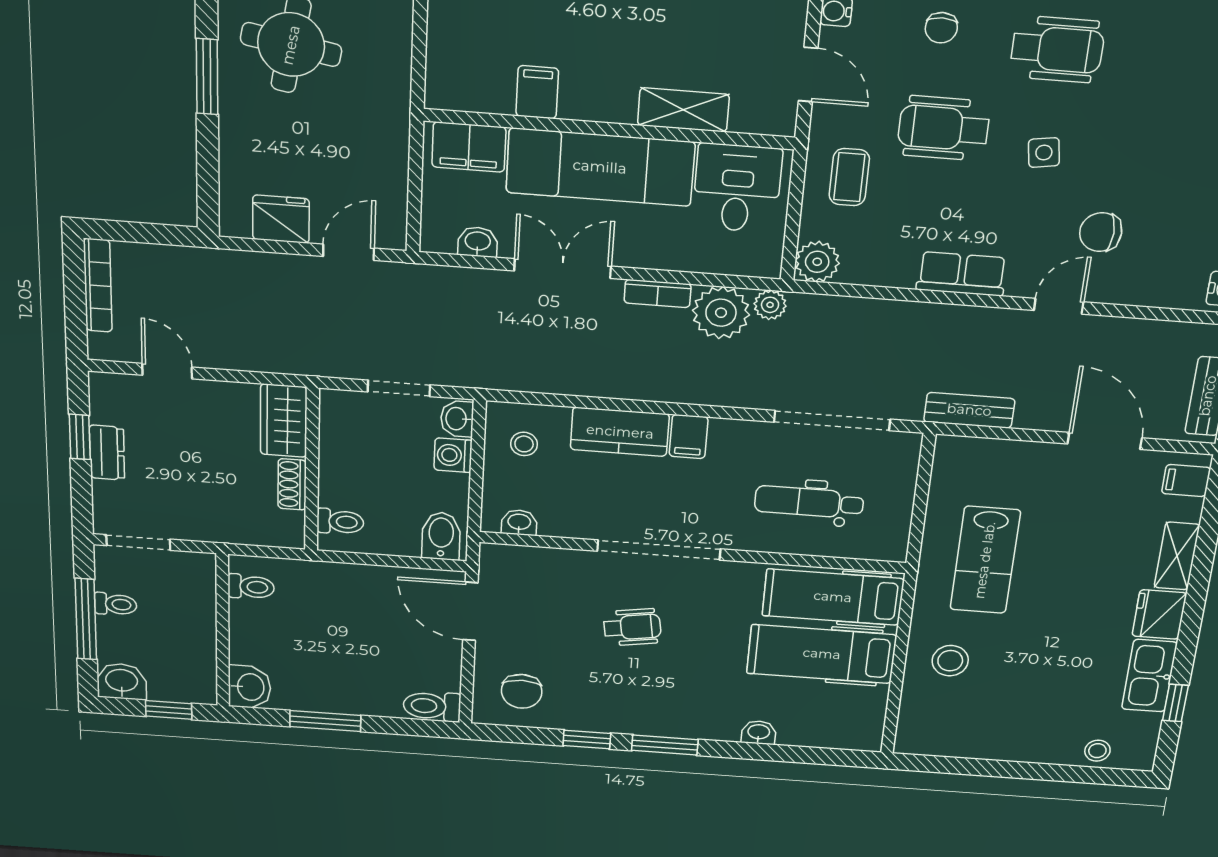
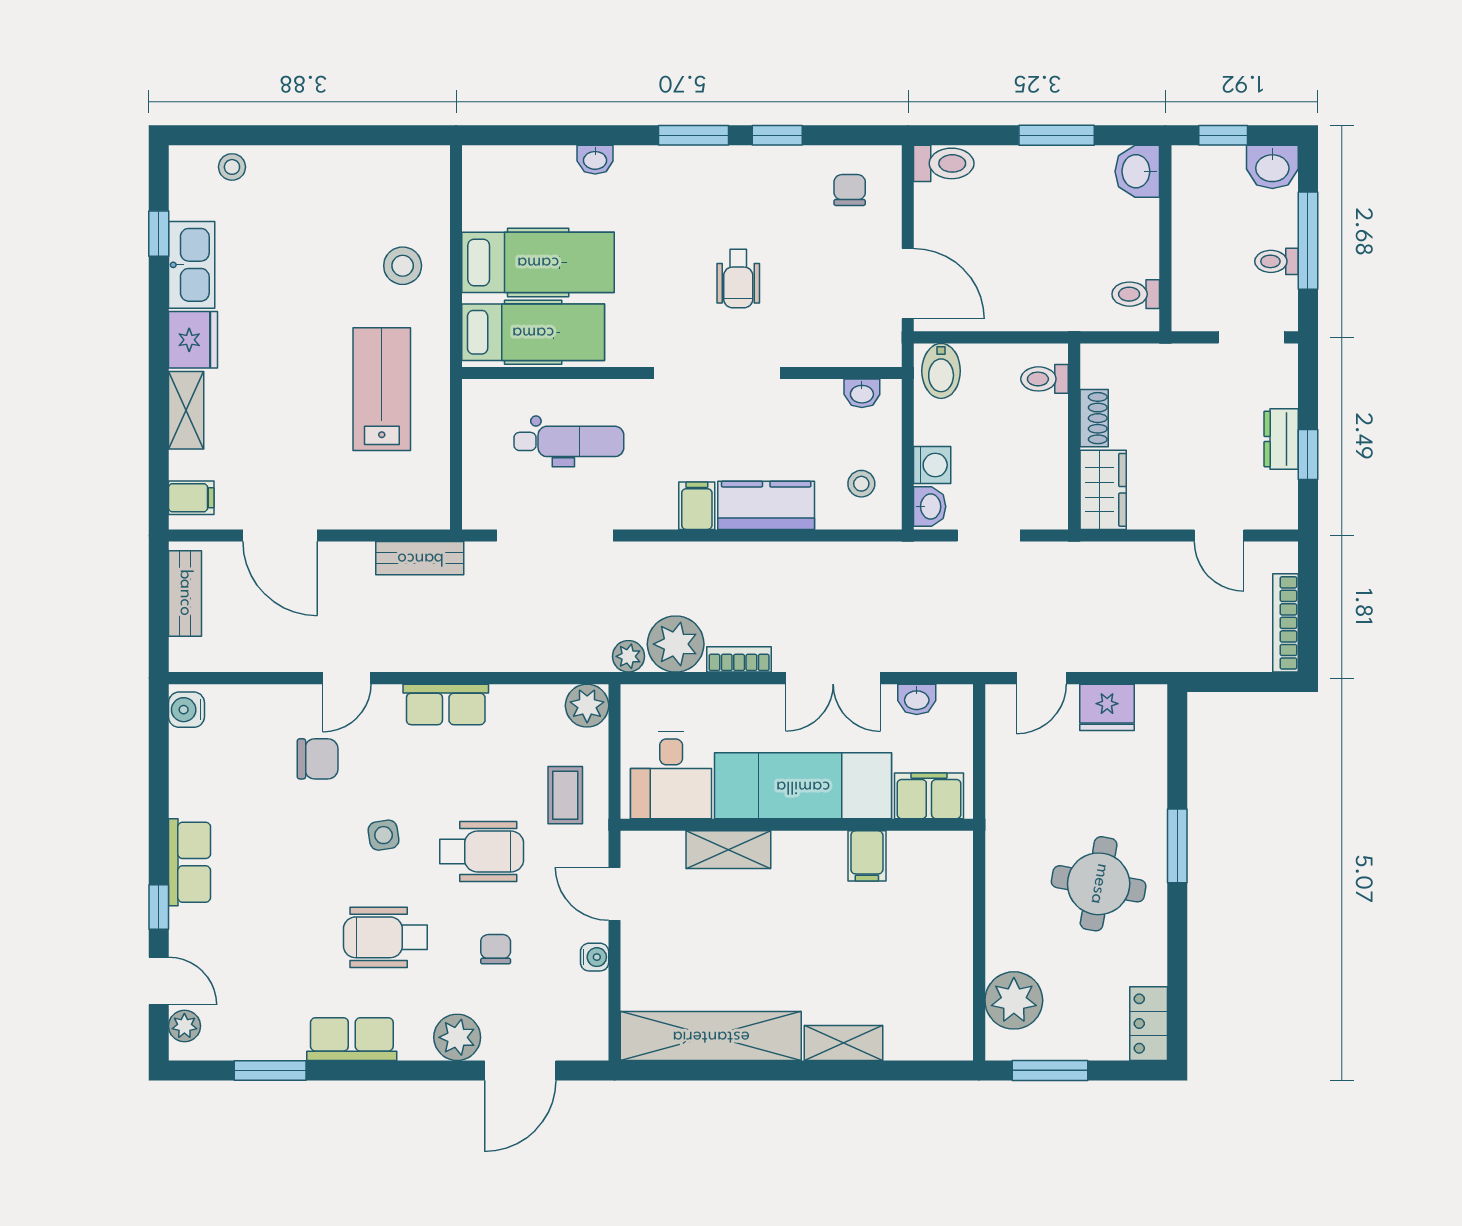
wheelchair: (632, 627) -> (738, 279), turned -81
chair: (522, 691) -> (850, 190), width x0.73, depth x0.73

